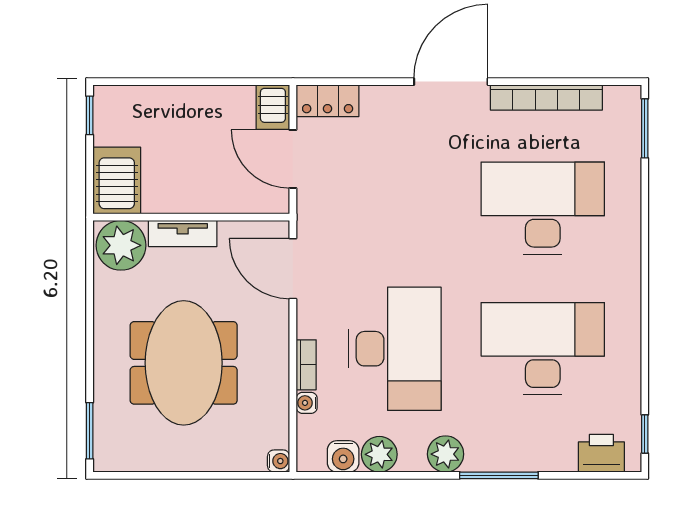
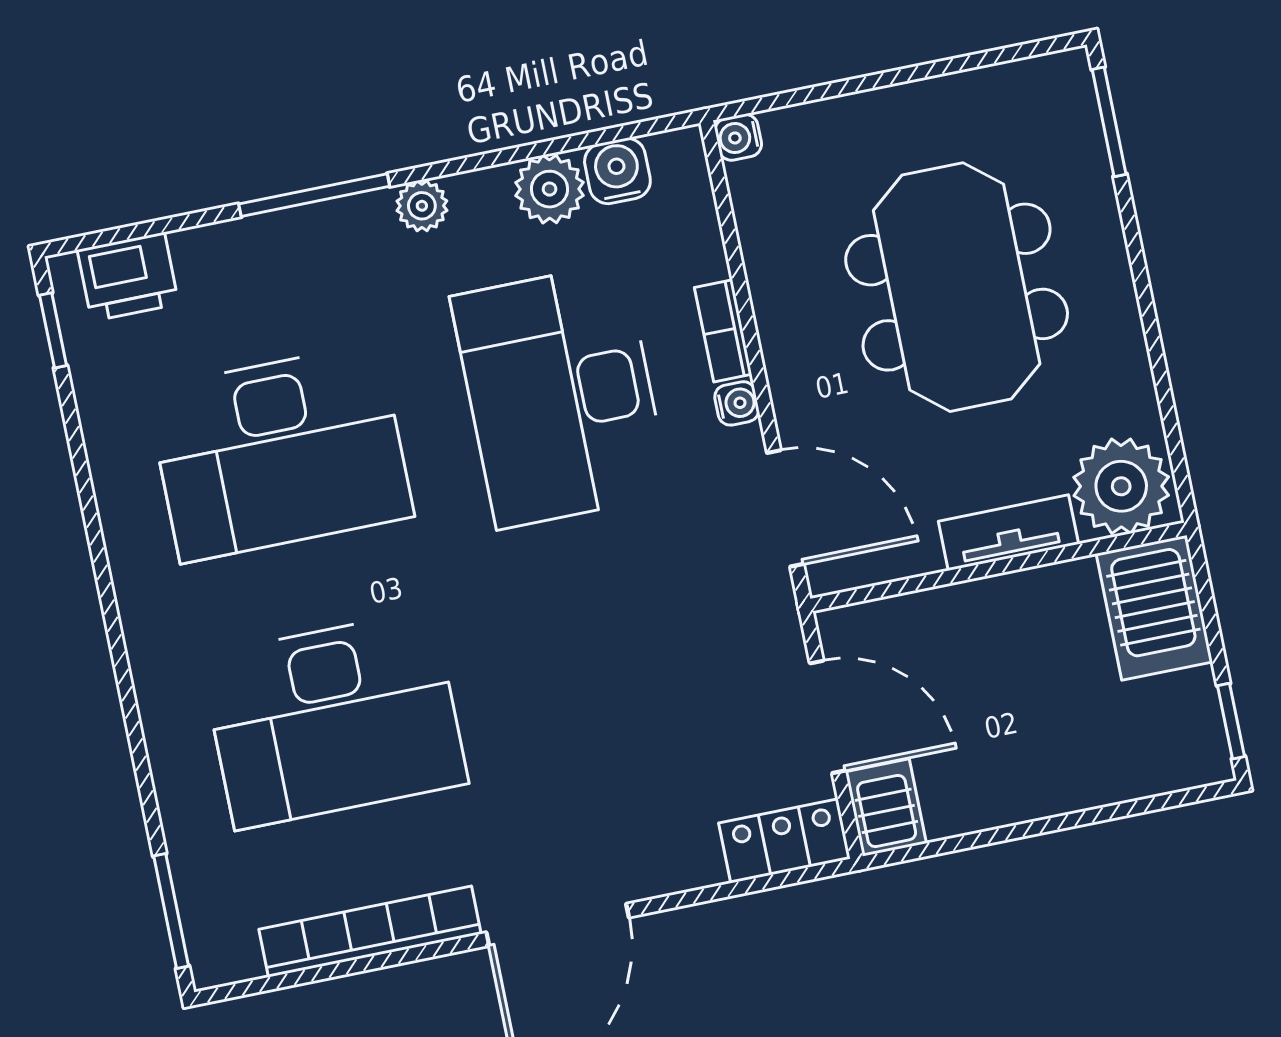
water cooler: (307, 403) -> (737, 403), moved
plant: (446, 454) -> (422, 206), width x0.73, depth x0.73

